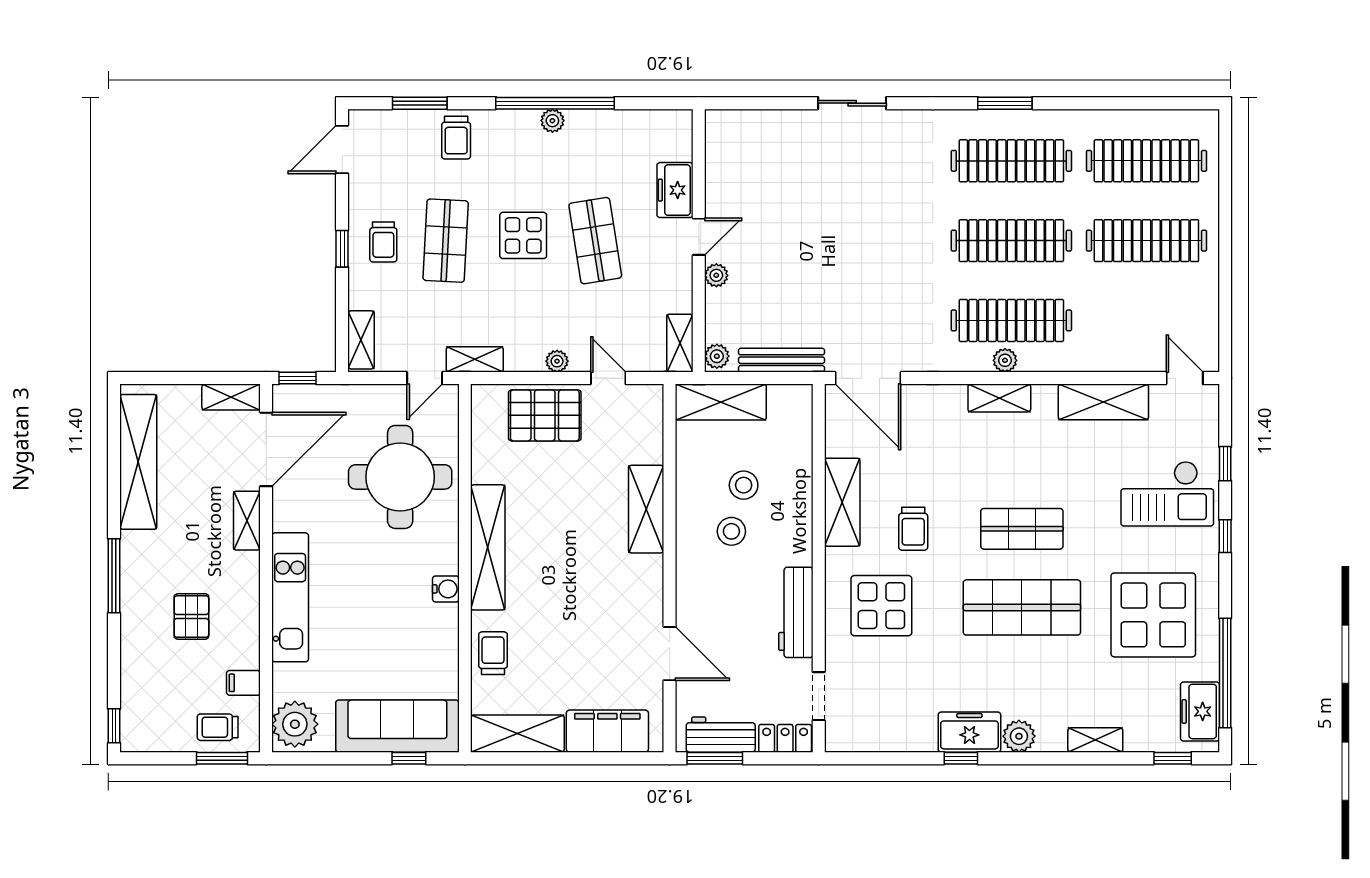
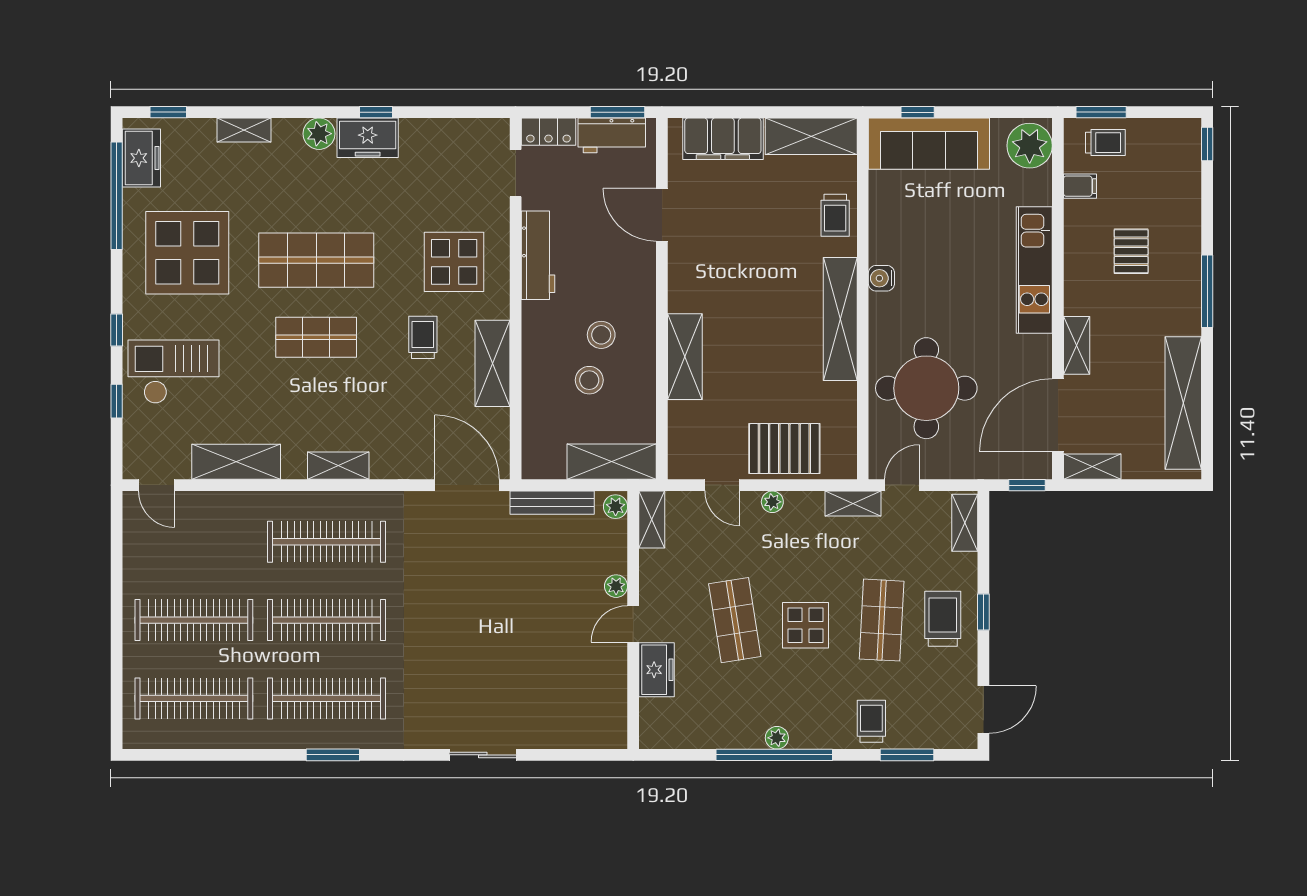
trolley: (383, 242) -> (943, 619), width x1.36, depth x1.39
plant: (1005, 360) -> (333, 503), removed

